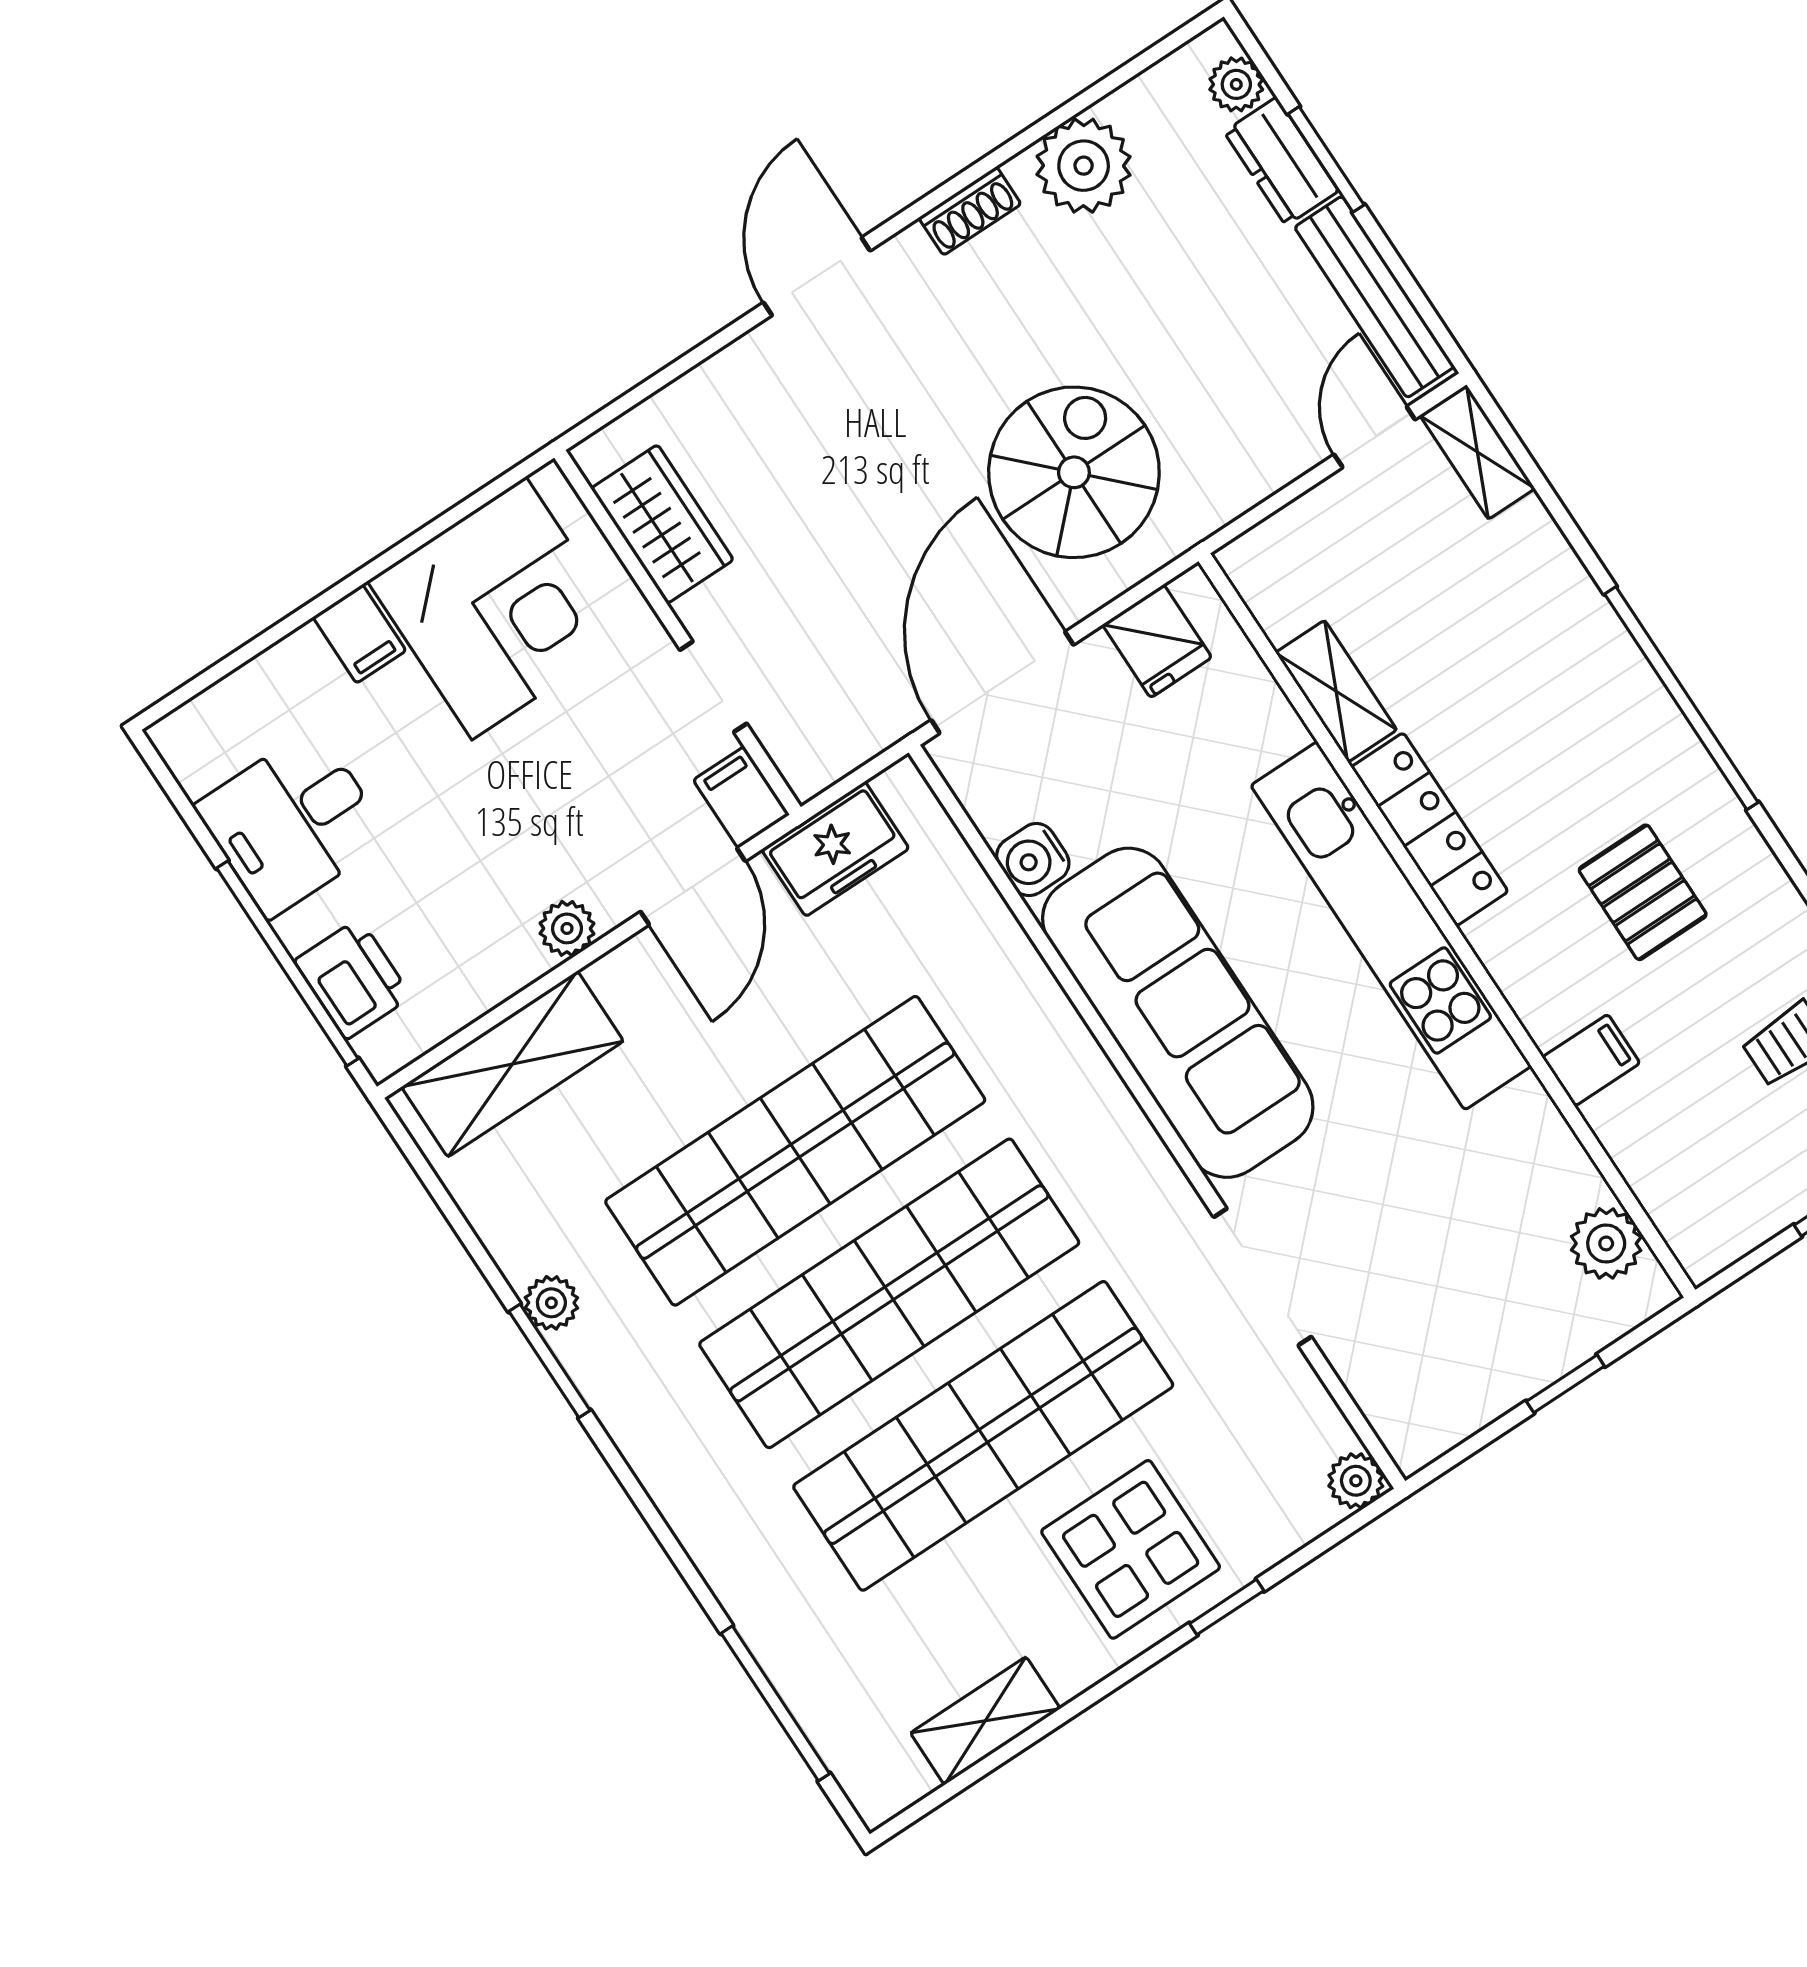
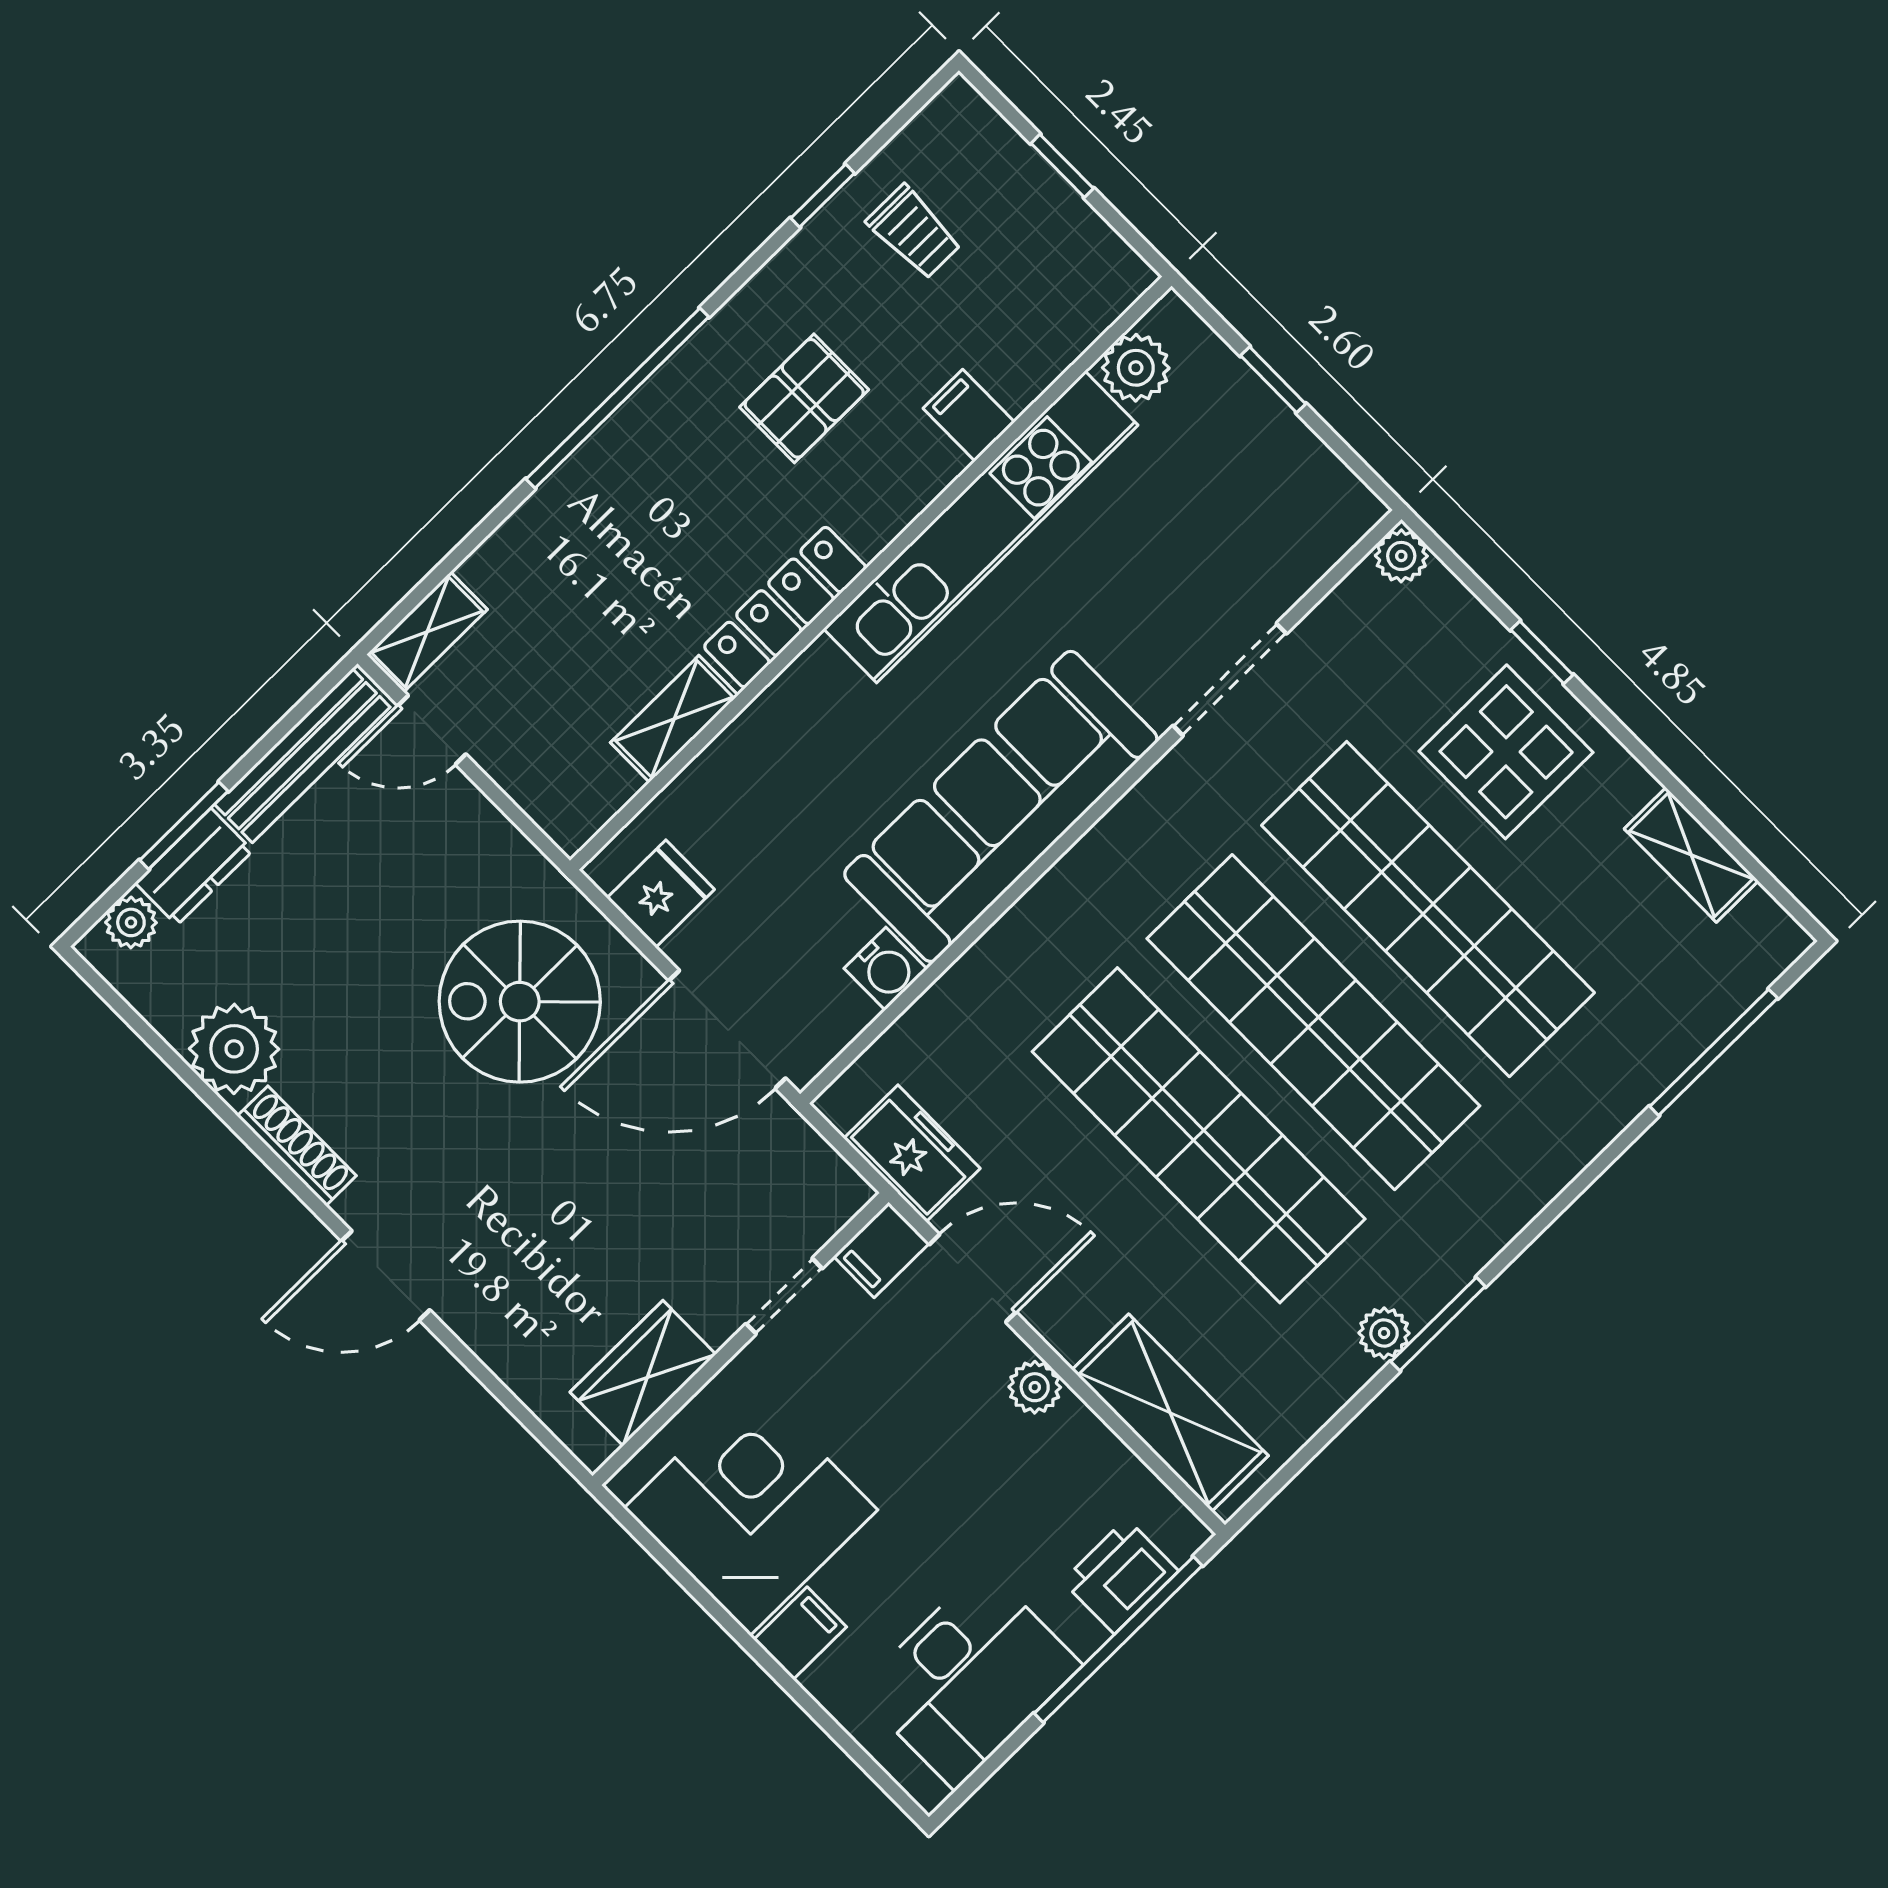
shoe rack: (970, 211) -> (297, 1146), width x1.43
desk: (292, 822) -> (969, 1678), width x1.37
kitchen unit: (1391, 926) -> (981, 527), moved

